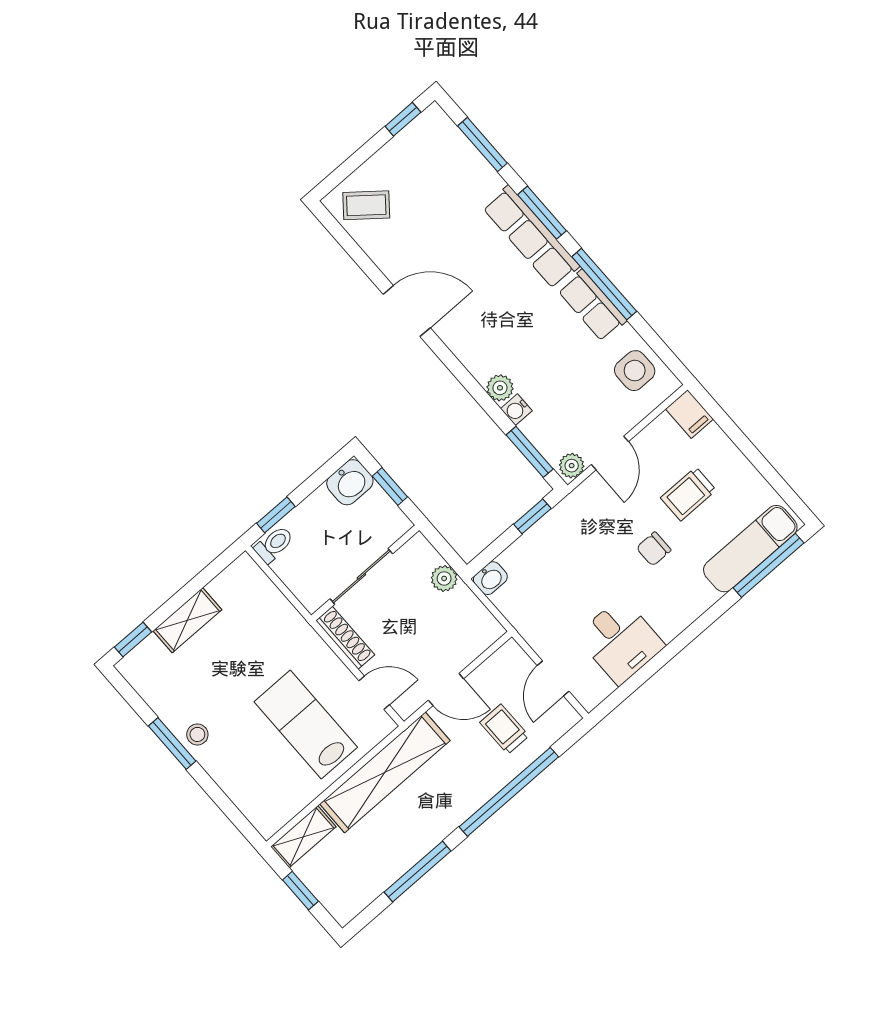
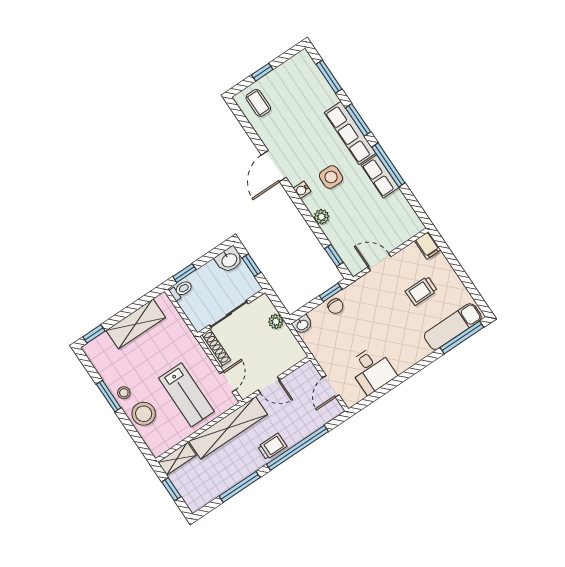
window: (403, 119) -> (262, 72), moved
coffee table: (366, 205) -> (258, 103), turned 51
door: (407, 311) -> (274, 166), swing flipped
side table: (635, 371) -> (331, 177), moved
water cooler: (516, 410) -> (302, 190), moved
window: (530, 452) -> (334, 255), width x0.67
door: (610, 453) -> (379, 262), swing flipped
plant: (572, 466) -> (357, 266), removed
chair: (654, 549) -> (335, 306), moved, turned -90
shelving: (187, 620) -> (136, 324), width x1.50, depth x1.33
door: (374, 693) -> (228, 382), hinge flipped
lab bench: (306, 724) -> (186, 395), turned 180
trolley: (504, 729) -> (272, 446), moved, turned 90
stool: (236, 766) -> (144, 414), added

